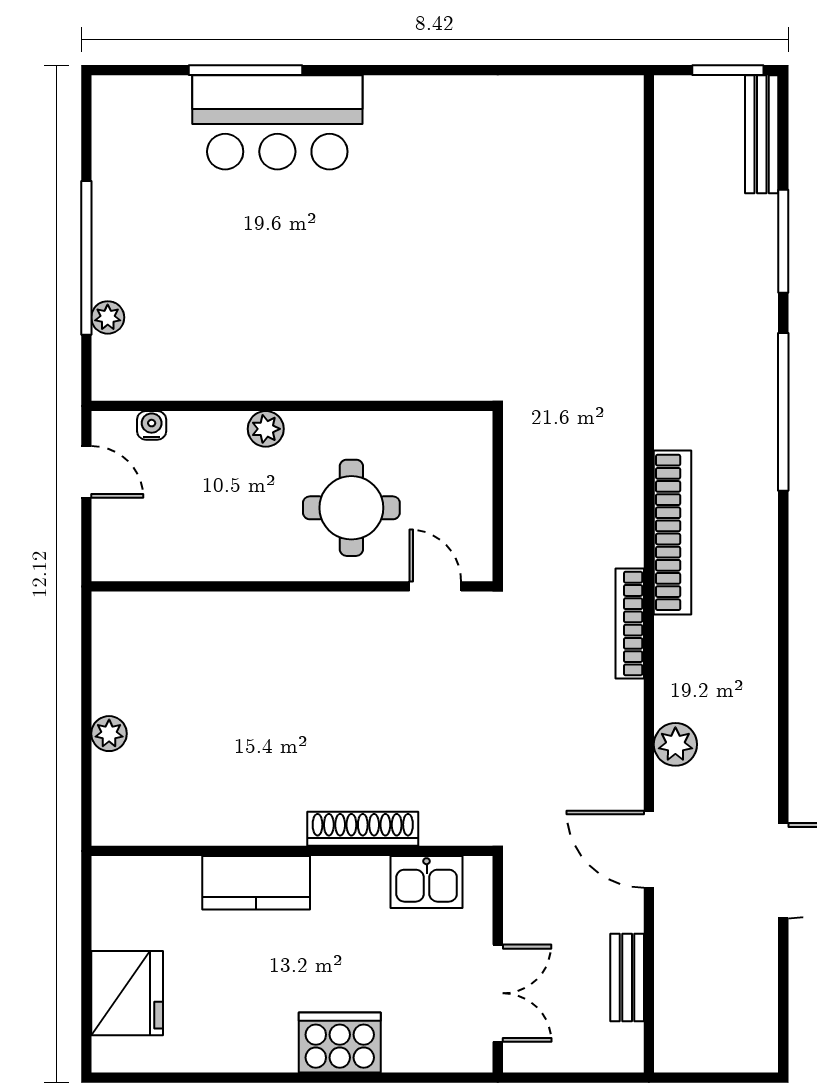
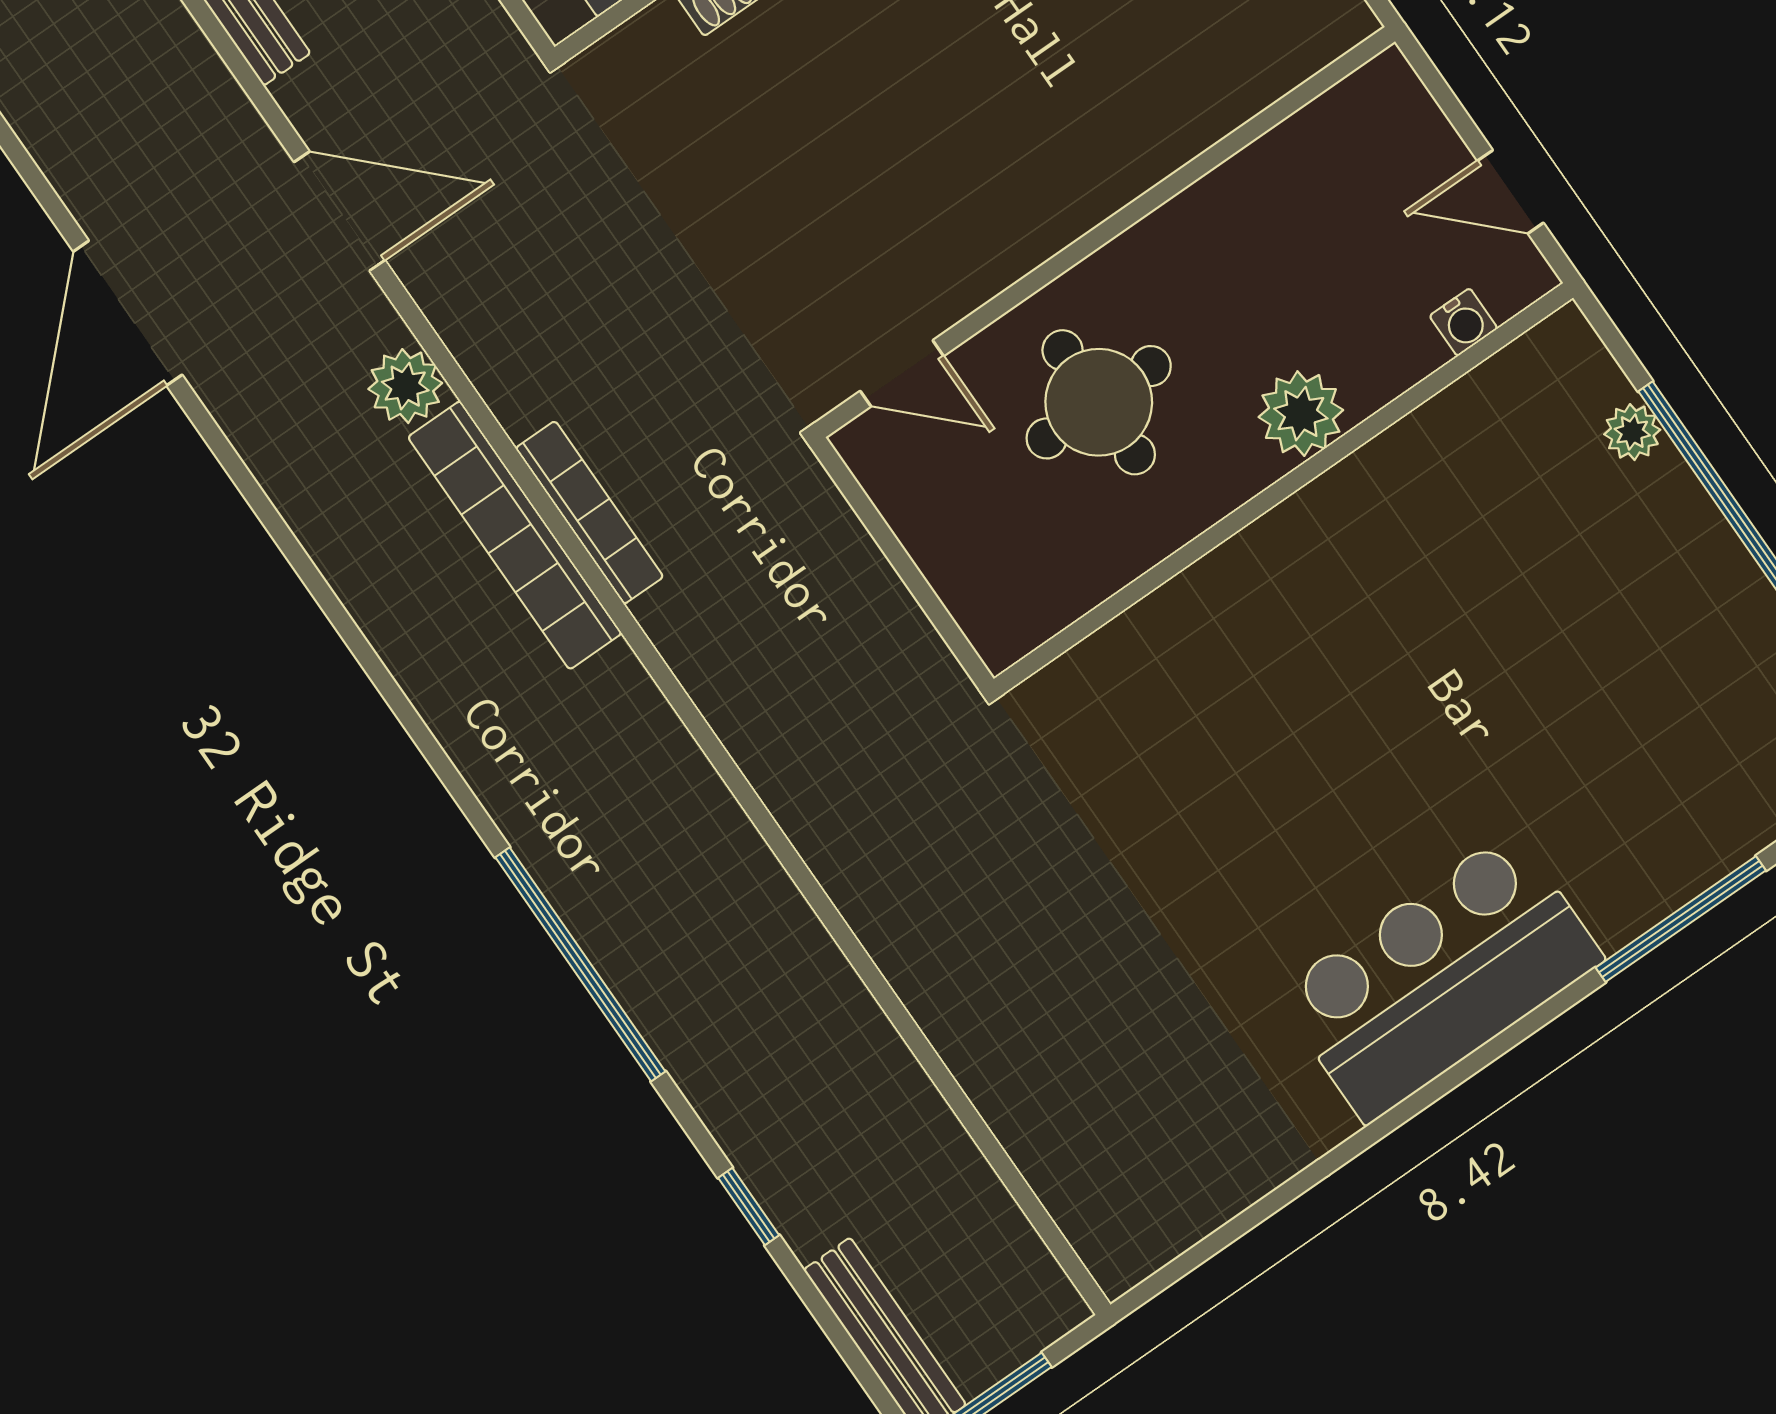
bar counter: (277, 122) -> (1440, 977), moved
window: (783, 241) -> (749, 1207), width x0.46
plant: (266, 429) -> (1301, 414), width x1.38, depth x1.38
bookcase: (673, 532) -> (515, 535), moved

